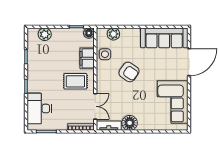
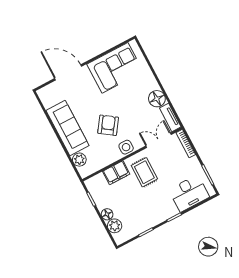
floor lamp: (89, 33) -> (107, 214), moved
sofa: (164, 38) -> (67, 128), moved
side table: (105, 54) -> (126, 147), moved

